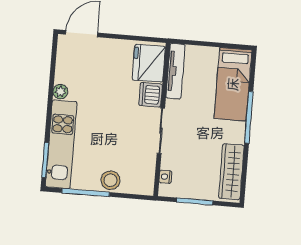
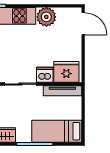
plant: (60, 92) -> (46, 17), width x1.87, depth x1.87

